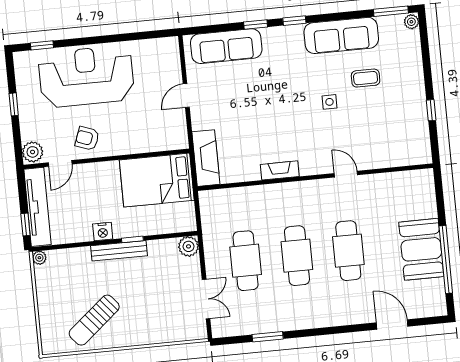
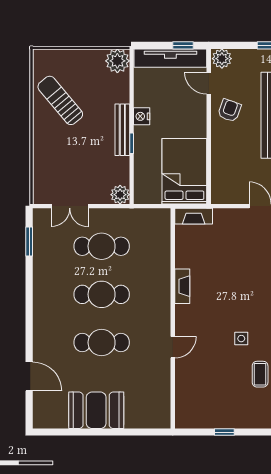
fireplace: (206, 158) -> (194, 216), width x0.73, depth x0.76
window: (25, 225) -> (183, 45), moved
plant: (39, 258) -> (117, 61), width x1.87, depth x1.87
window: (446, 259) -> (85, 432), removed
door: (392, 324) -> (29, 376), hinge flipped
window: (268, 337) -> (29, 241), moved

